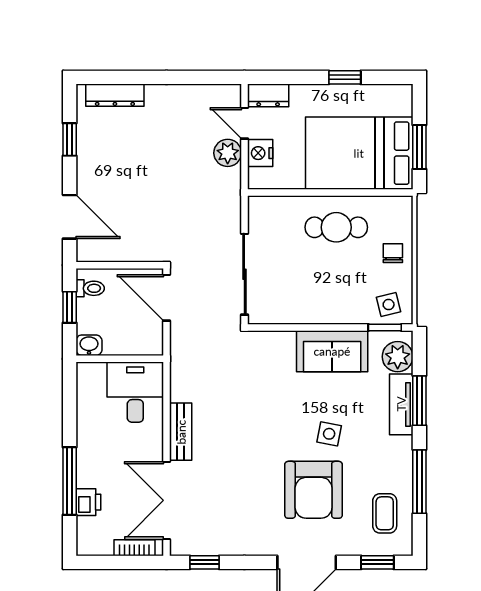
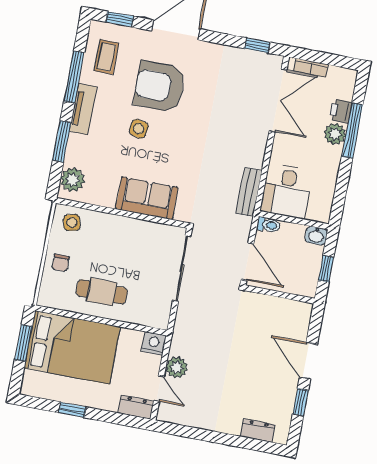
dresser: (115, 95) -> (258, 430), width x0.70
nightstand: (260, 153) -> (154, 343), moved, turned -90
door: (70, 217) -> (308, 361), moved
toilet: (90, 288) -> (268, 225), moved, turned 180
window: (385, 328) -> (78, 205), removed
sofa: (332, 351) -> (147, 198), moved
tv unit: (401, 404) -> (83, 109), moved
bench: (181, 432) -> (249, 192), moved
plant: (90, 473) -> (335, 134), added
armchair: (314, 490) -> (160, 87), turned -90

